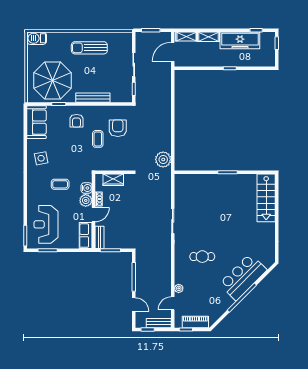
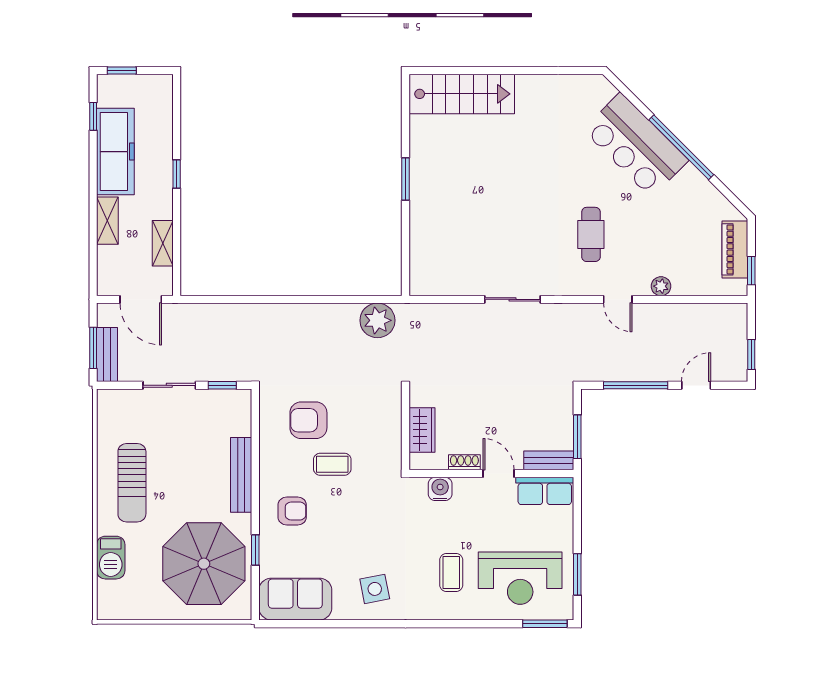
shelving: (186, 37) -> (163, 243), moved
barbecue: (37, 38) -> (111, 558), moved
coffee table: (60, 184) -> (451, 573), moved
plant: (86, 200) -> (467, 491), removed
door: (173, 303) -> (618, 299), moved
bench: (159, 323) -> (107, 355), moved

